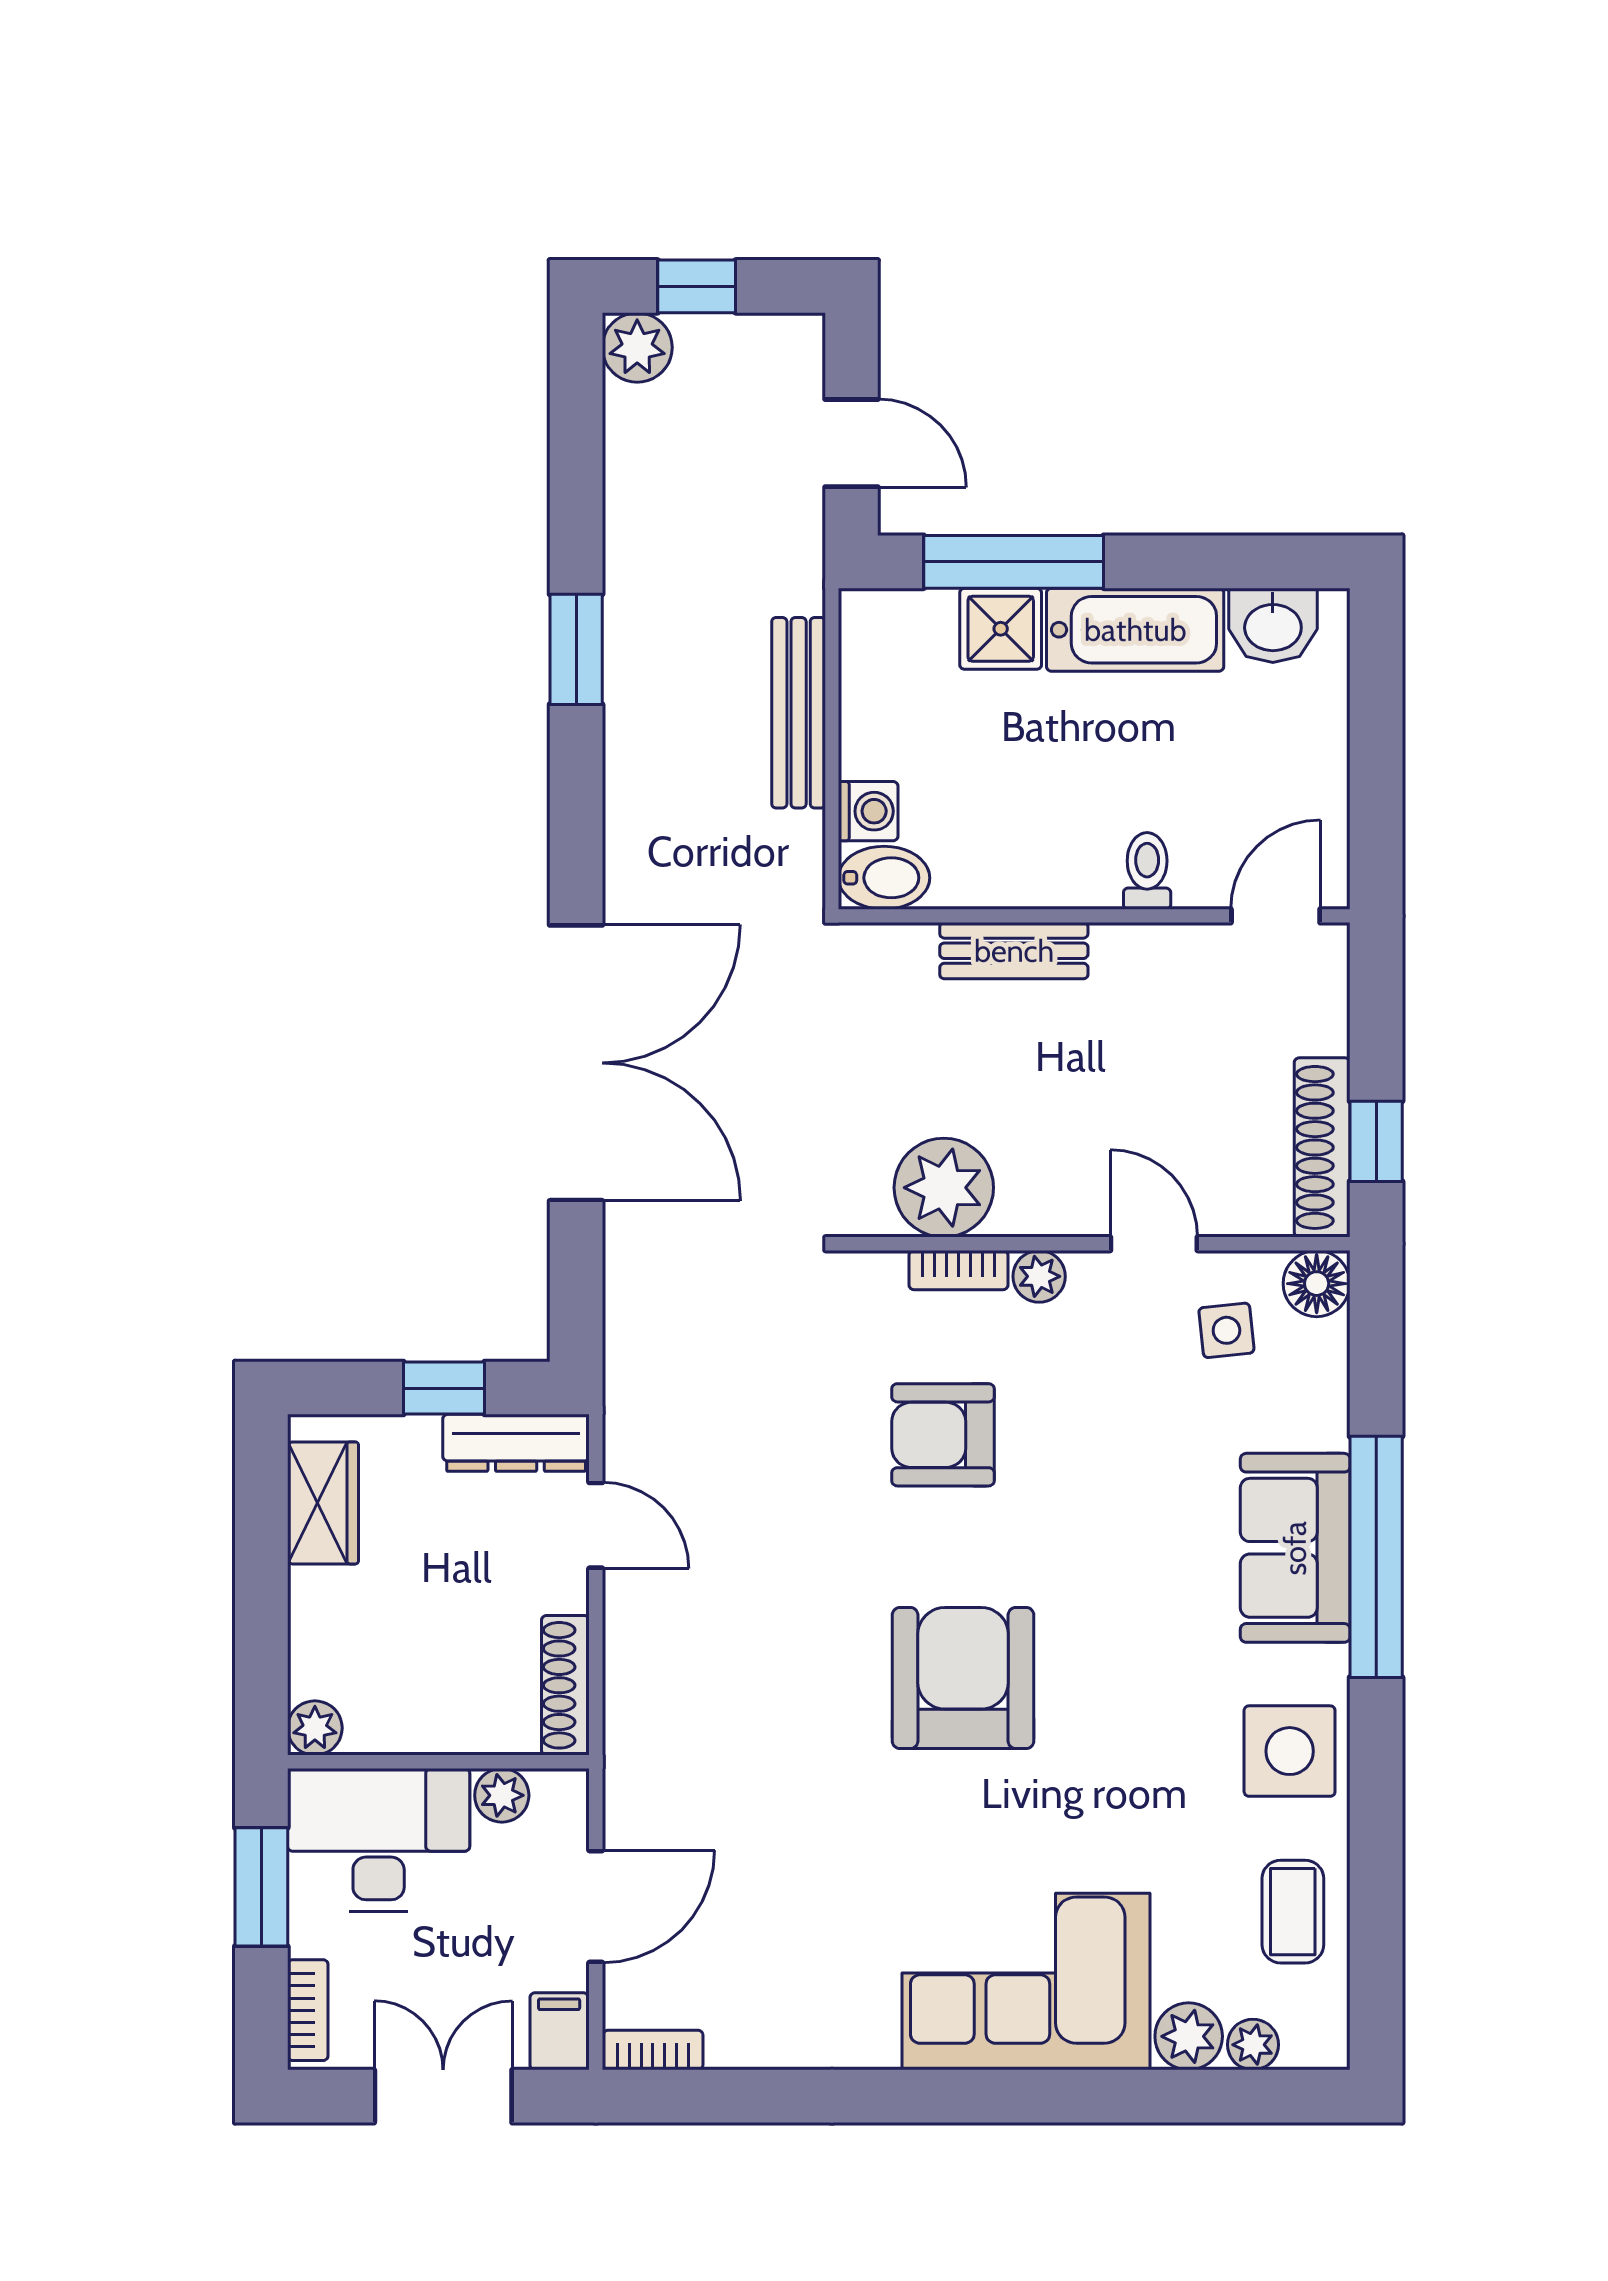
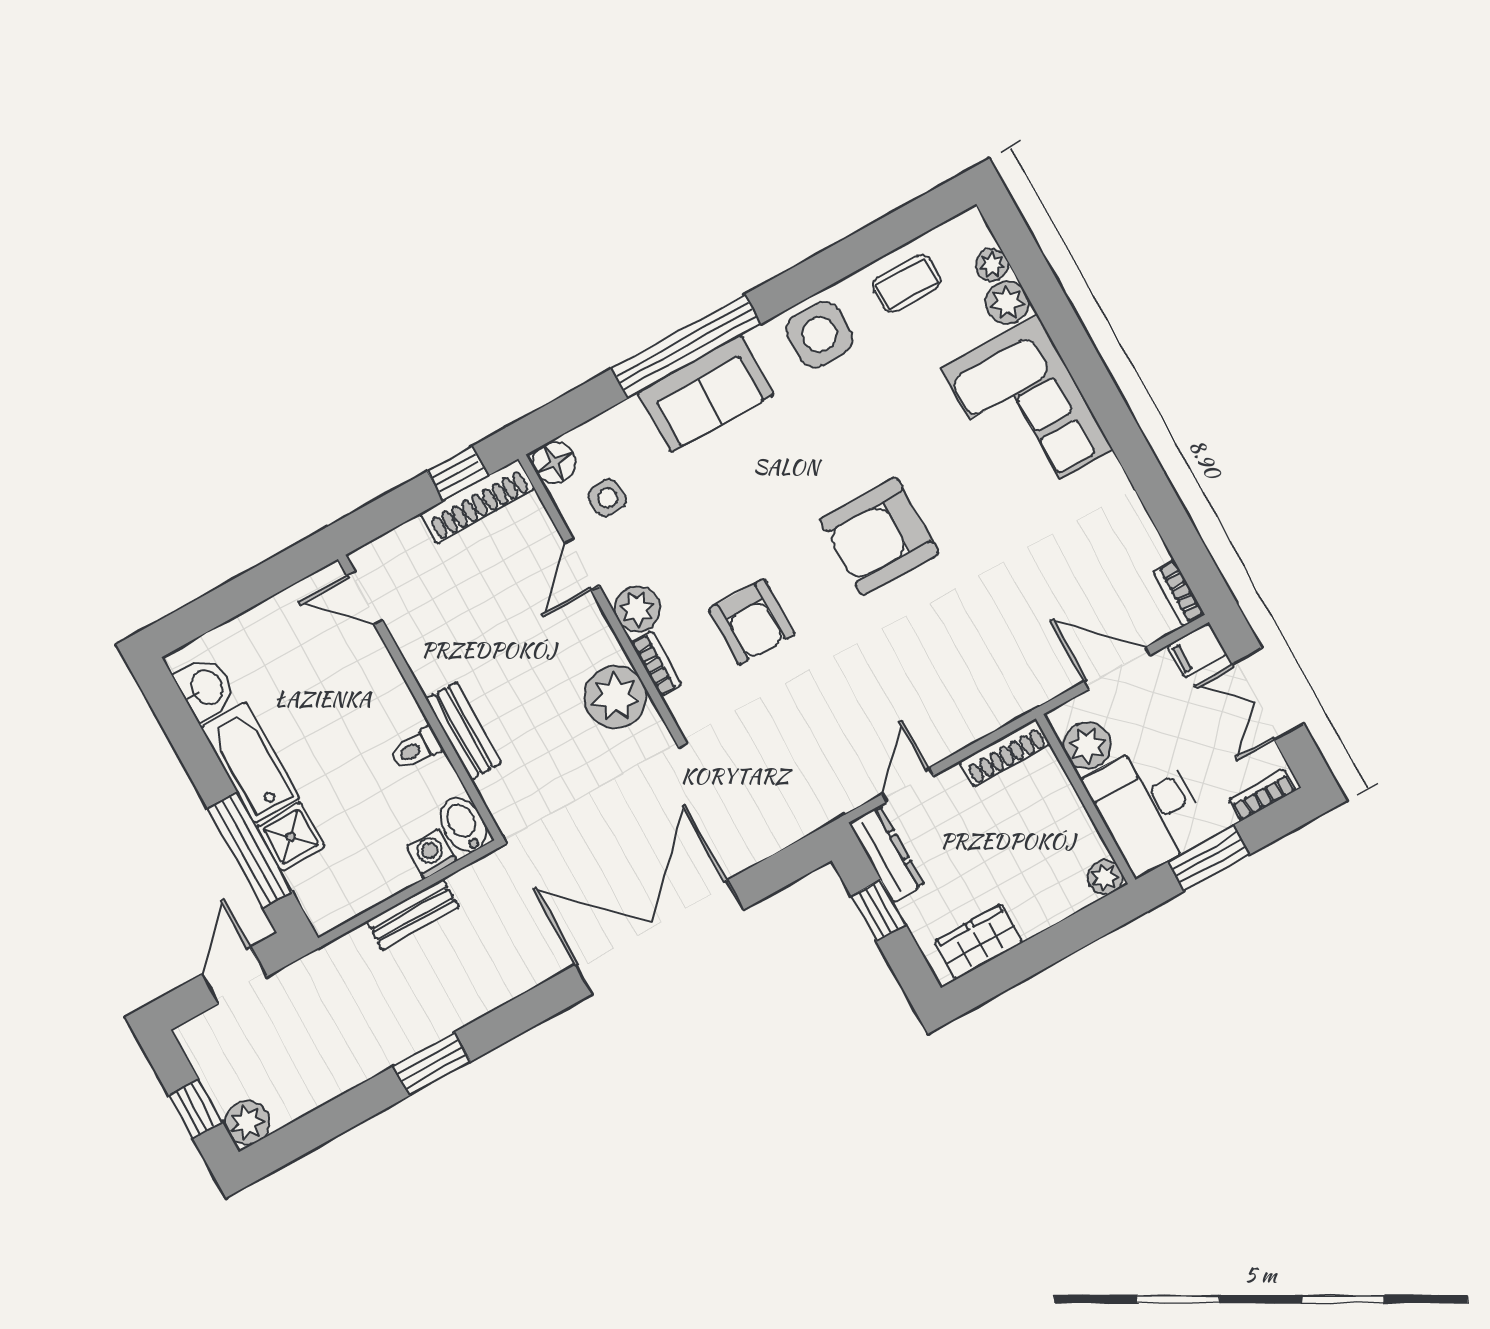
bench: (799, 713) -> (413, 914), width x0.73
toilet: (1147, 871) -> (416, 749), moved
plant: (1039, 1276) -> (637, 609), width x1.38, depth x1.38
plant: (502, 1795) -> (1087, 745), width x1.38, depth x1.38

